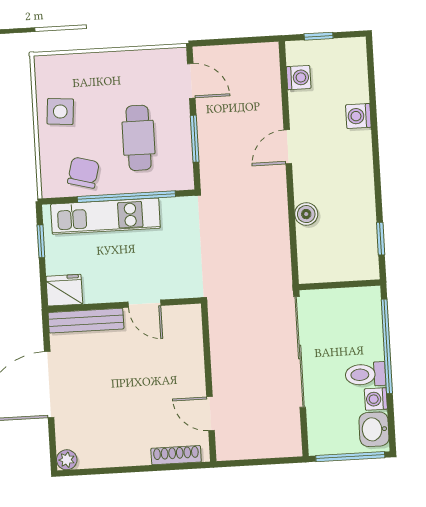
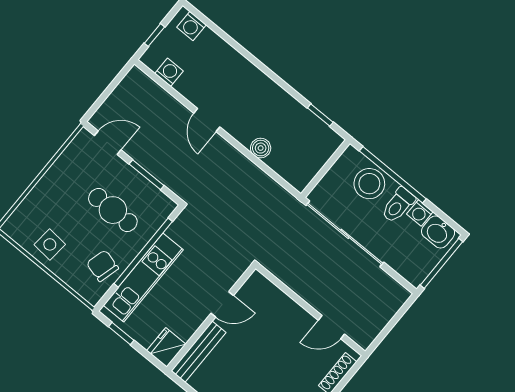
washing machine: (358, 116) -> (192, 26), moved
stool: (361, 334) -> (369, 184), added

